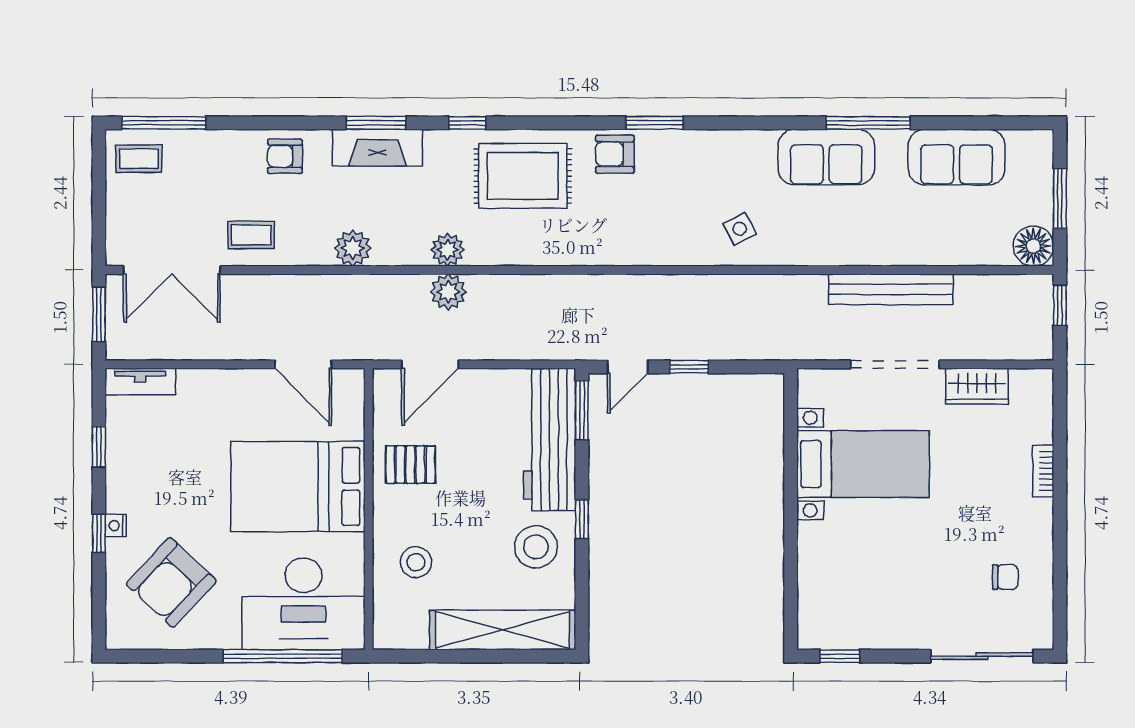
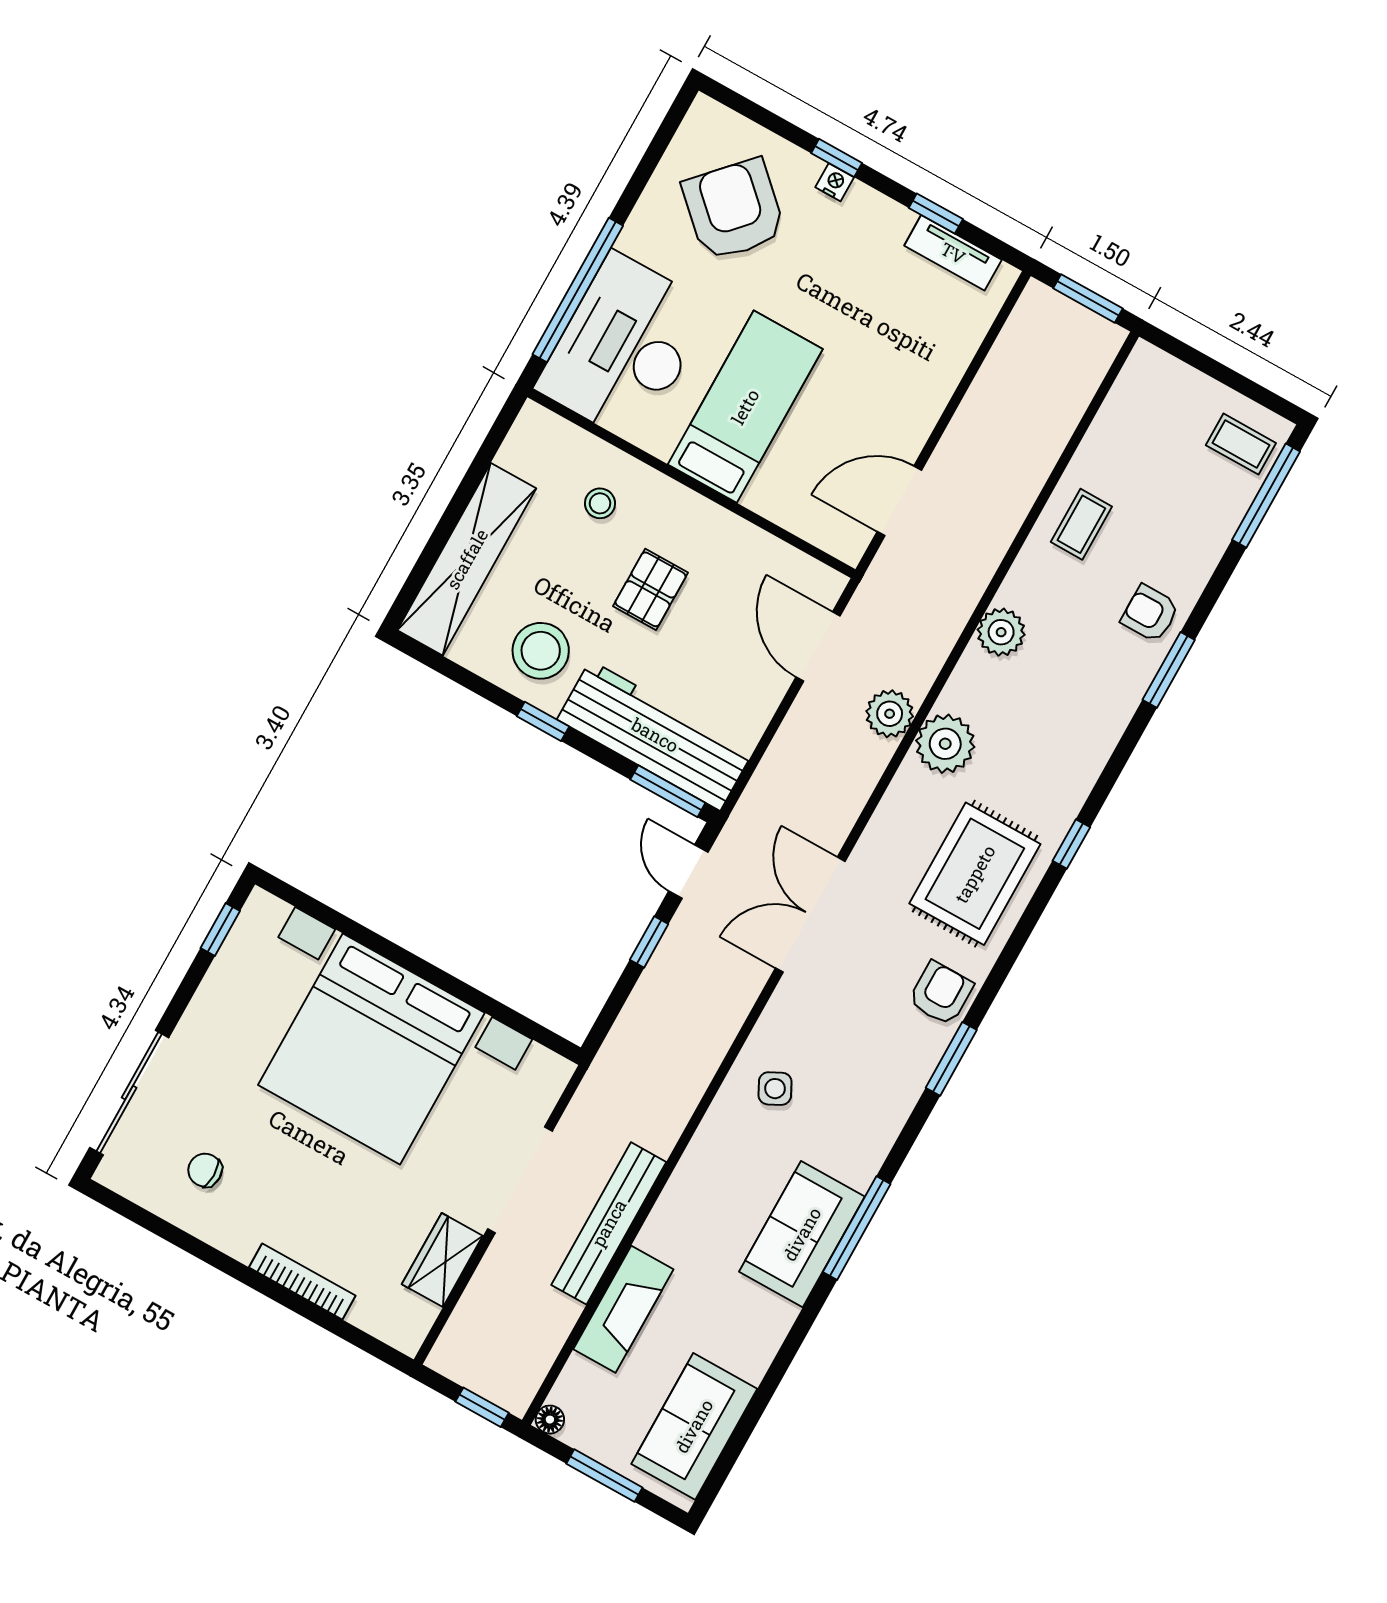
window: (376, 123) -> (1169, 670), moved
window: (868, 123) -> (857, 1228), moved
fireplace: (377, 148) -> (623, 1309), moved, turned 180
armchair: (285, 156) -> (1150, 613), turned -90
sofa: (957, 157) -> (694, 1426), moved
coffee table: (139, 159) -> (1241, 444), turned 90
floor lamp: (1033, 246) -> (550, 1420), width x0.53, depth x0.53
plant: (447, 250) -> (945, 744), width x1.36, depth x1.36
double door: (172, 270) -> (810, 915), moved
tv unit: (140, 382) -> (953, 253), moved, turned -90
bed with nightstands: (863, 464) -> (371, 1049), width x1.85
pallet: (410, 465) -> (651, 589), moved
bookcase: (1043, 471) -> (302, 1282), width x1.56
bed: (298, 487) -> (745, 407), width x0.67
stool: (416, 562) -> (600, 503), width x0.73, depth x0.73
chair: (1005, 577) -> (205, 1170), turned 90

